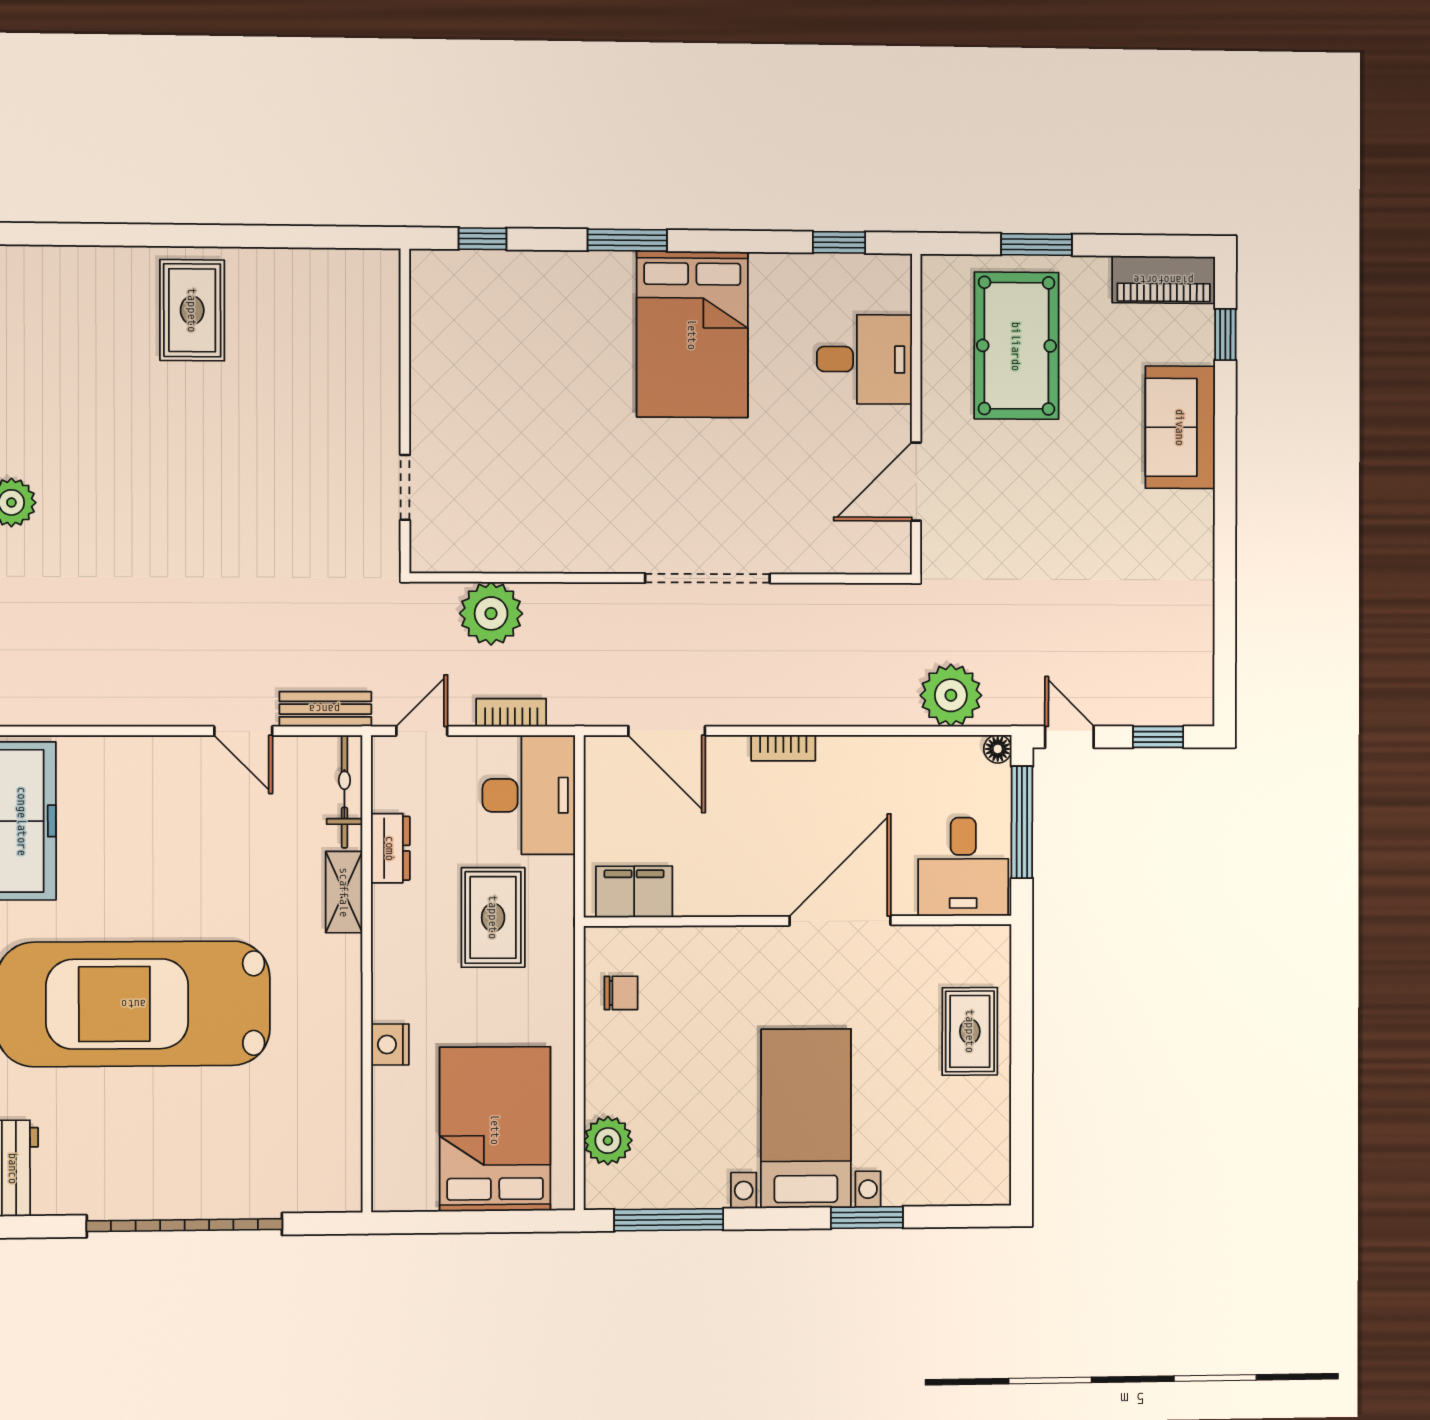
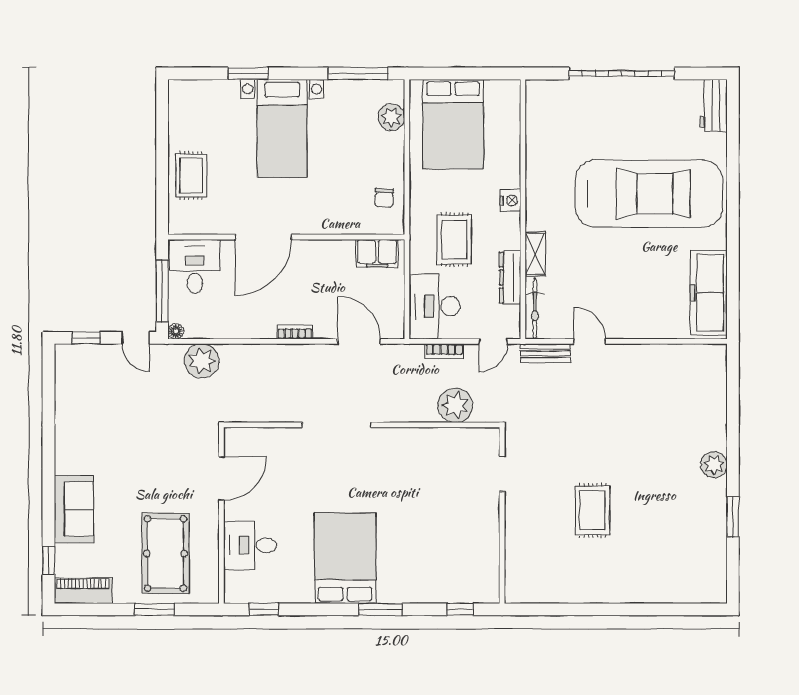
rug: (192, 310) -> (593, 510), moved
dresser: (390, 848) -> (510, 278), width x1.44
chair: (621, 993) -> (384, 198), turned -87
nightstand: (390, 1044) -> (510, 200), moved

